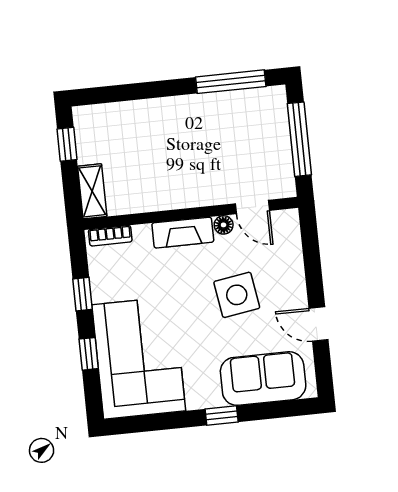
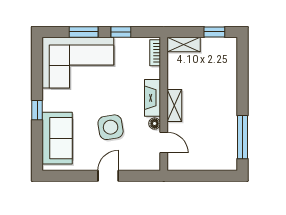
window: (299, 139) -> (203, 176), removed
shelving: (191, 196) -> (174, 105), added
door: (252, 207) -> (164, 142), swing flipped
door: (319, 324) -> (108, 176), moved
window: (89, 354) -> (84, 32), width x1.50

